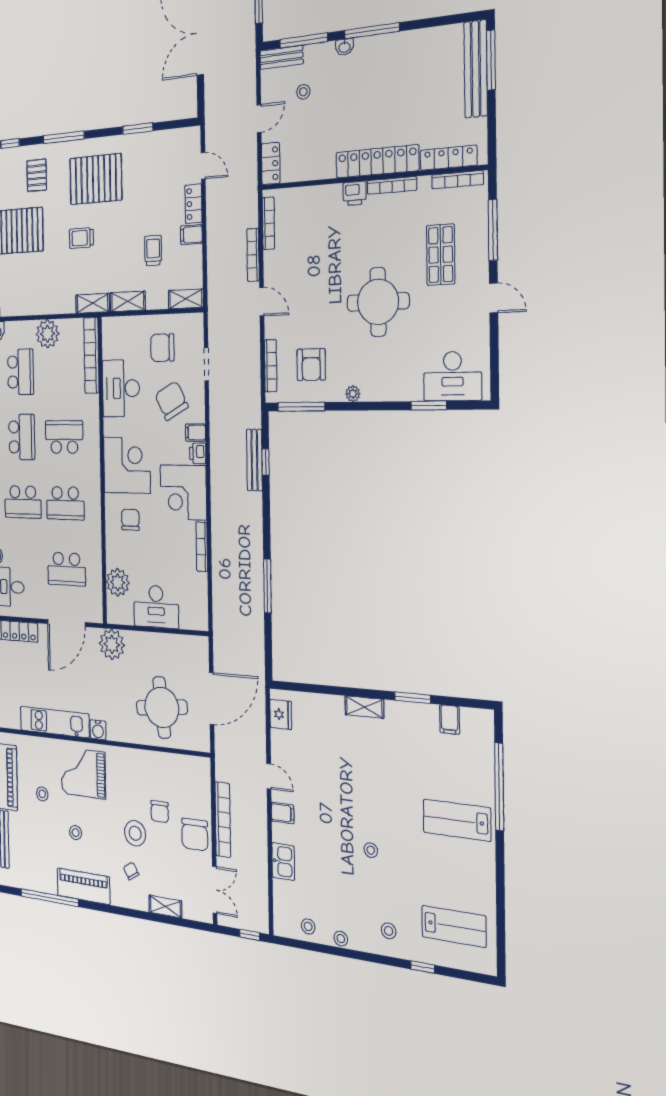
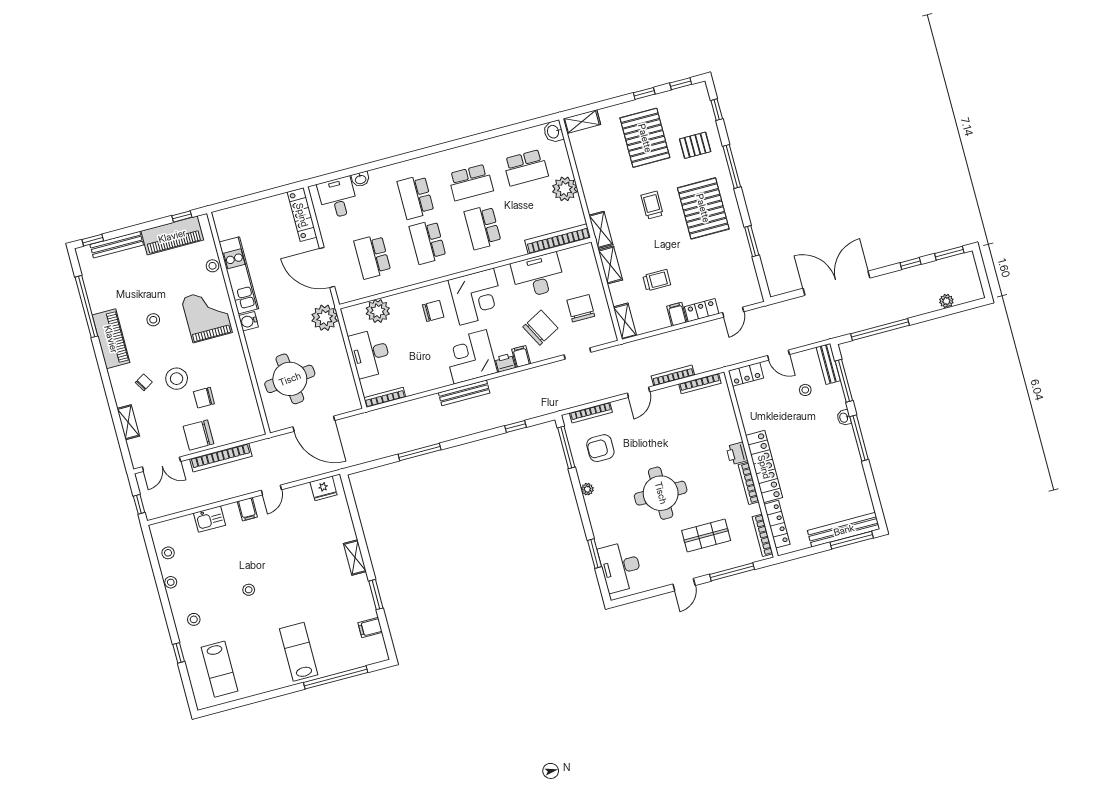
school desk: (64, 437) -> (483, 227), turned 180
bench: (254, 460) -> (464, 393), moved
bookcase: (202, 547) -> (385, 397), moved
stool: (42, 794) -> (213, 266), moved

